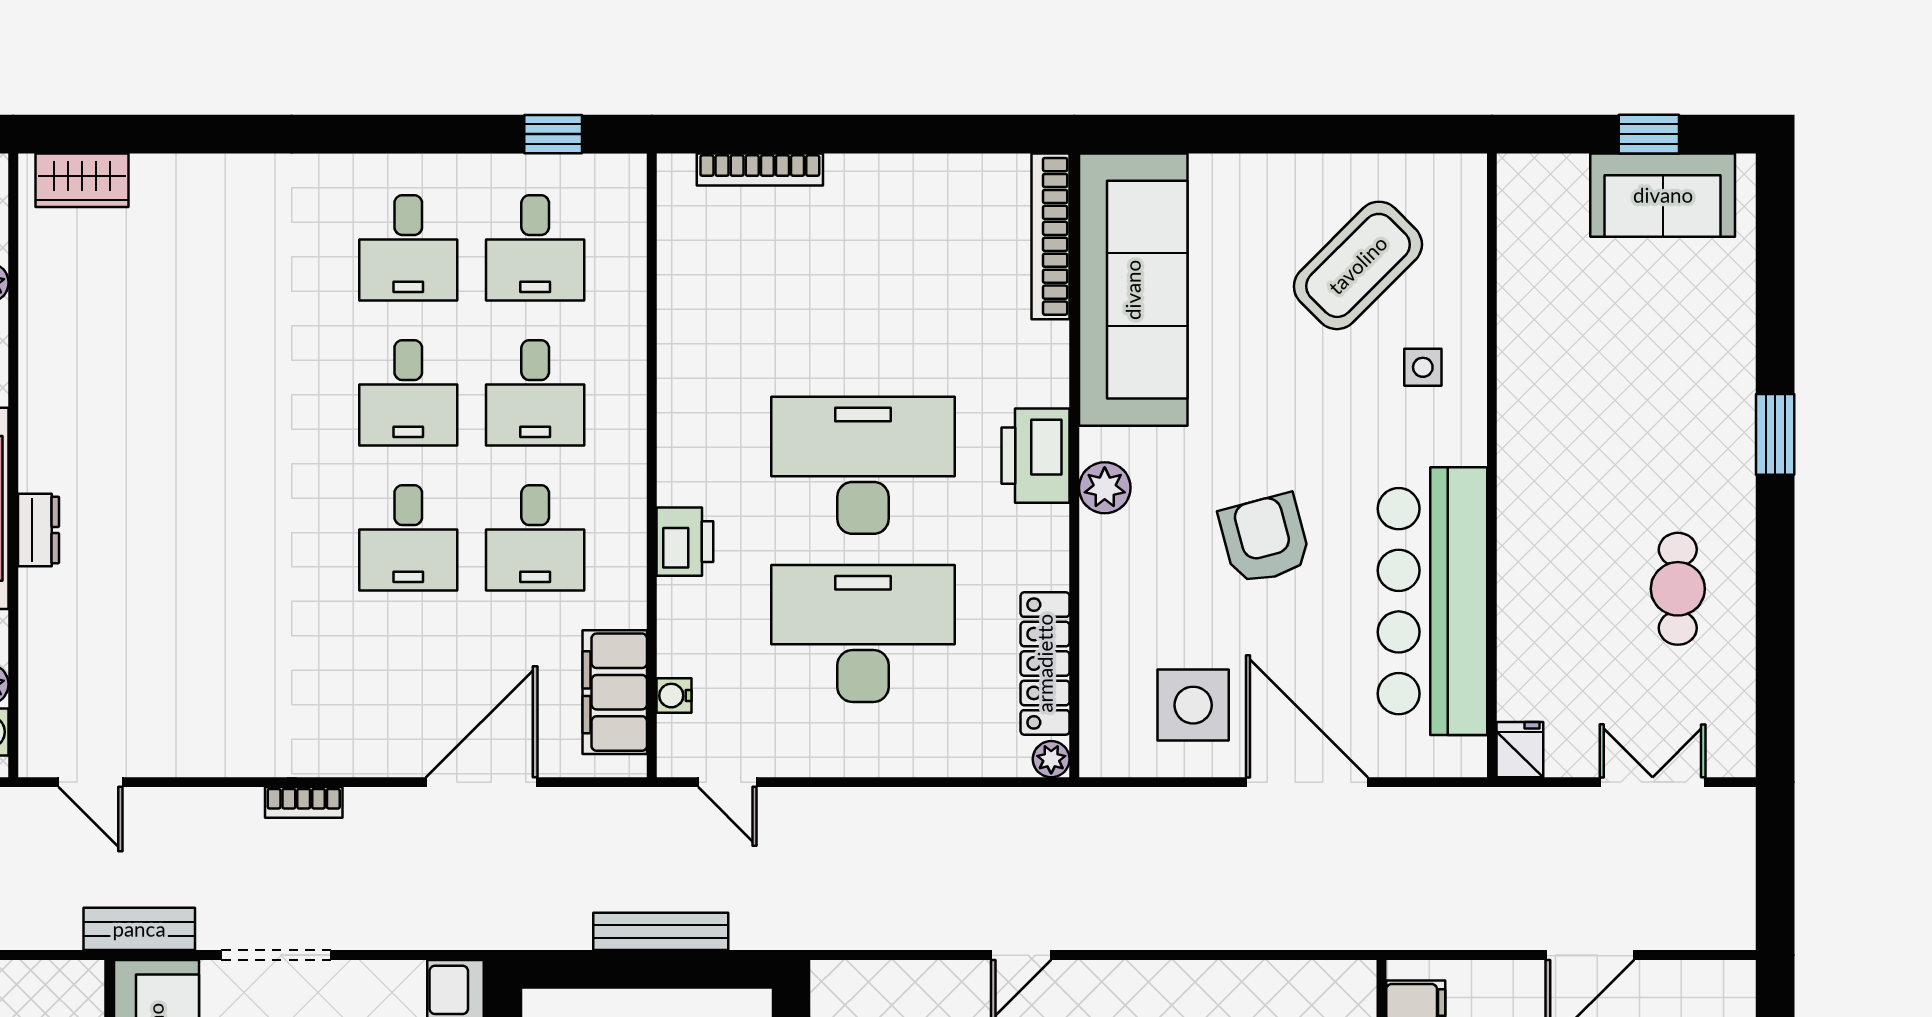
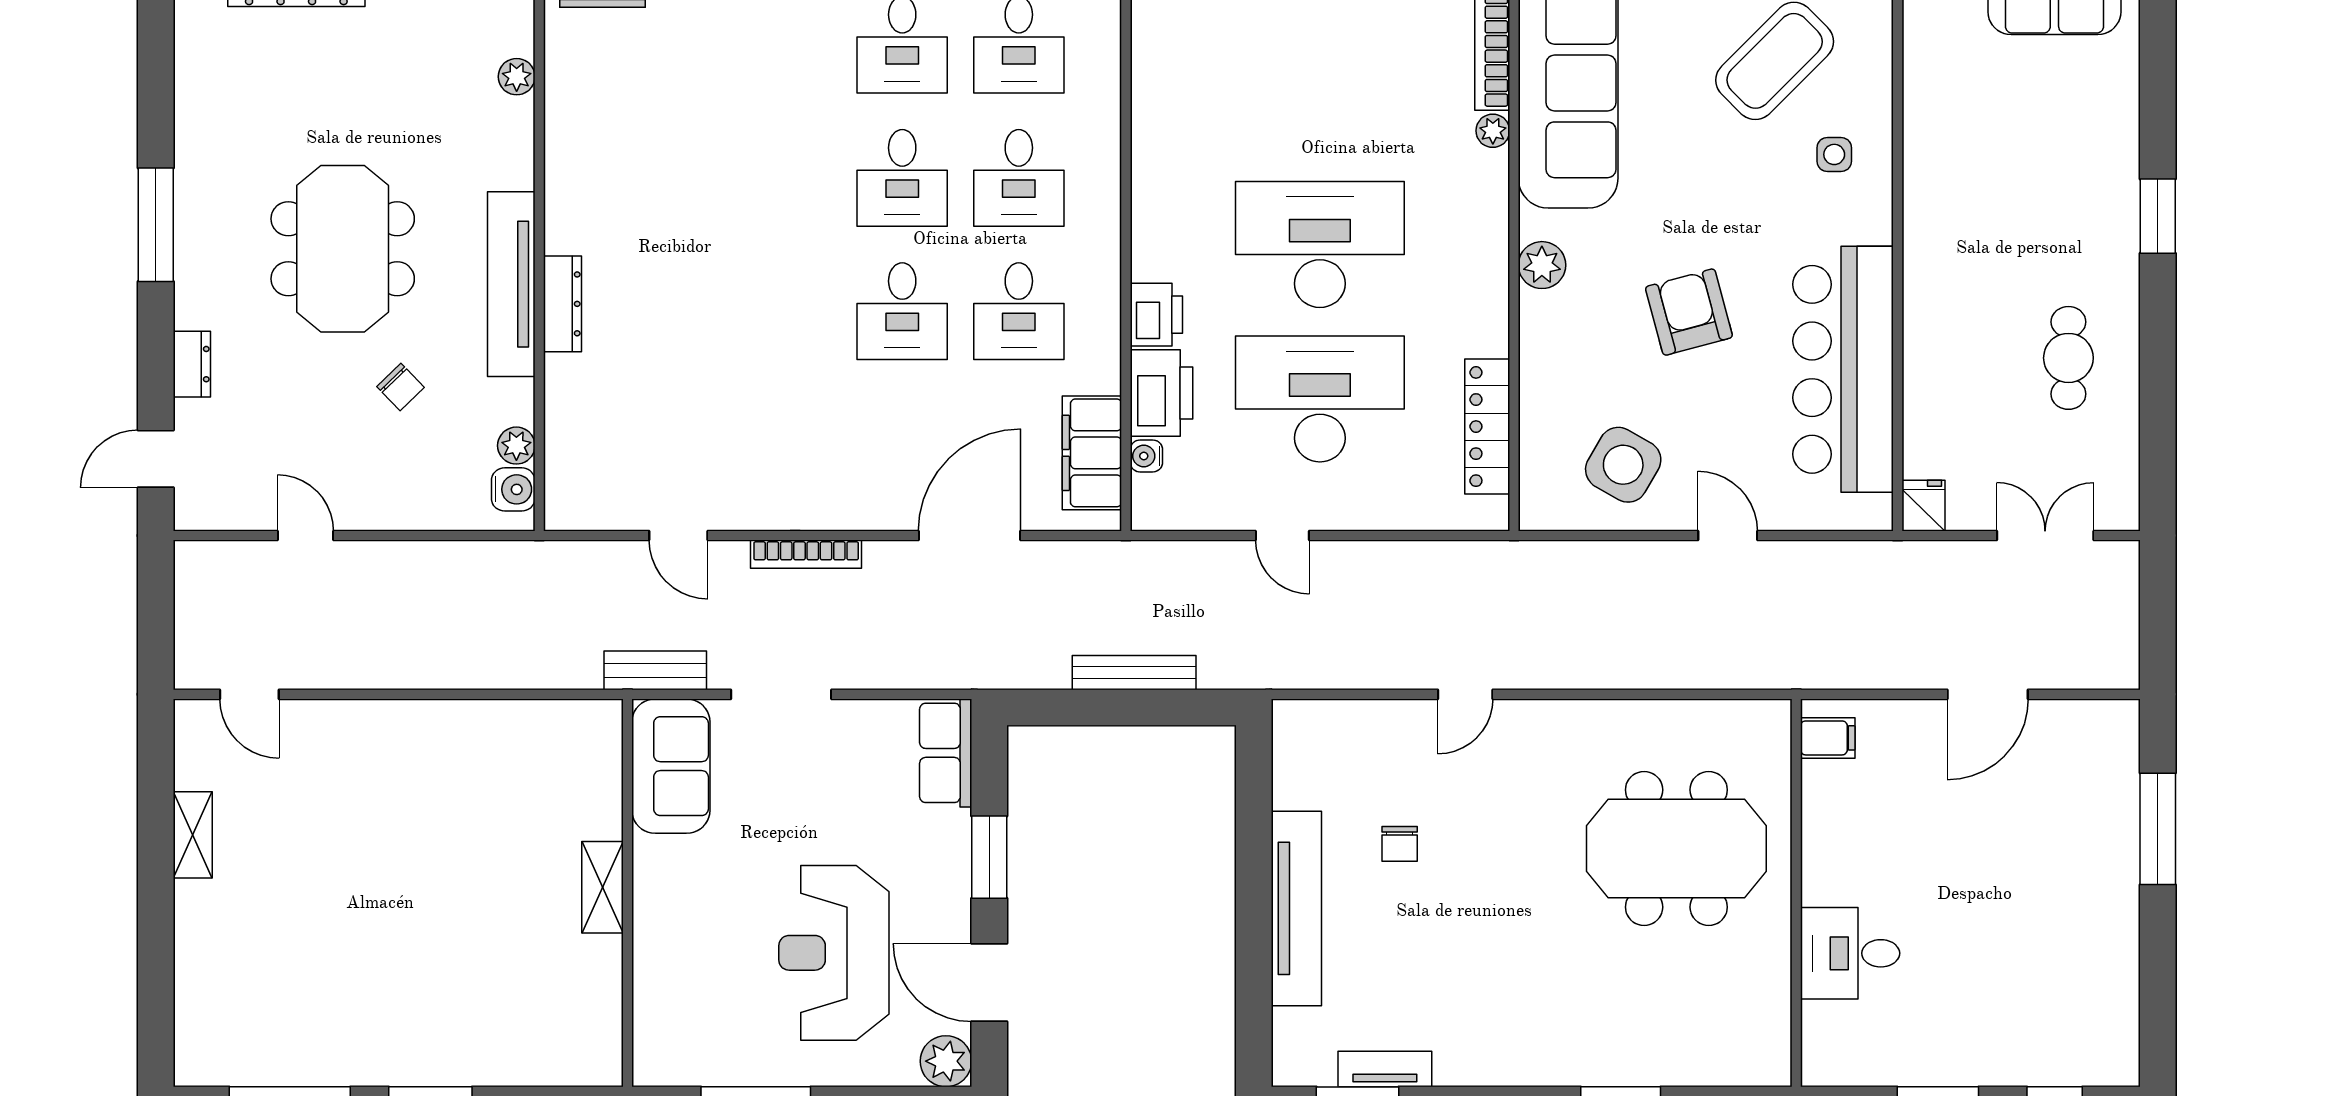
printer: (1035, 456) -> (1161, 393), moved, turned 180
dresser: (38, 530) -> (563, 304), width x1.44
side table: (1193, 705) -> (1623, 465), turned 30
plant: (1051, 759) -> (1493, 131), moved
door: (91, 782) -> (678, 536), moved
door: (727, 782) -> (1282, 536), moved
door: (1307, 782) -> (1728, 536), width x0.53
bookcase: (304, 802) -> (806, 554), width x1.56

